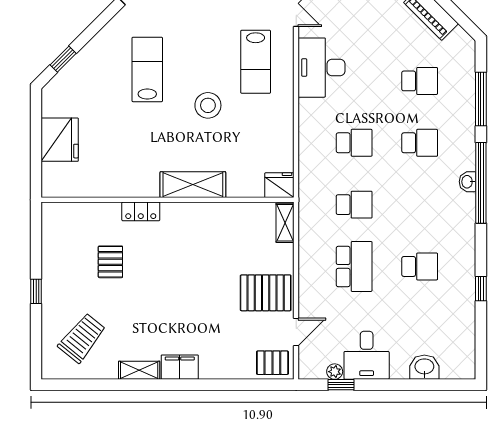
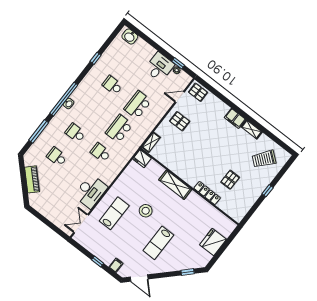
school desk: (354, 205) -> (119, 129), width x1.85
locker: (141, 211) -> (207, 193), width x1.53
pallet: (266, 293) -> (180, 121), width x0.67, depth x0.71
washbasin: (424, 367) -> (130, 37), moved

